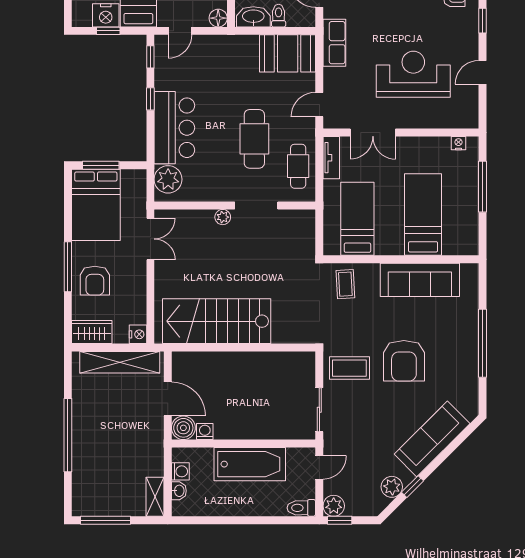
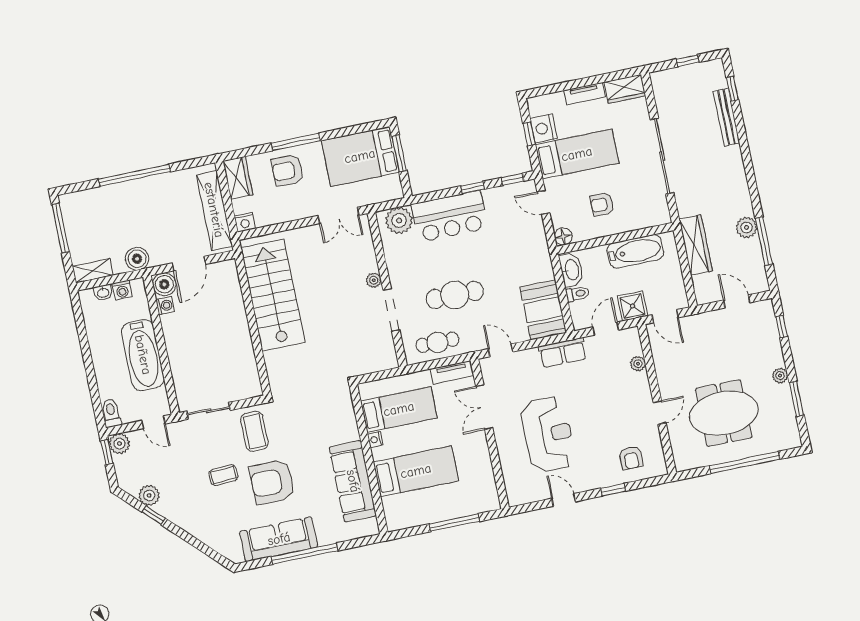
nightstand: (458, 143) -> (375, 440), moved, turned 180
coffee table: (345, 284) -> (223, 475), moved
sofa: (432, 439) -> (279, 539), moved, turned -45
boiler: (152, 450) -> (137, 259), added

